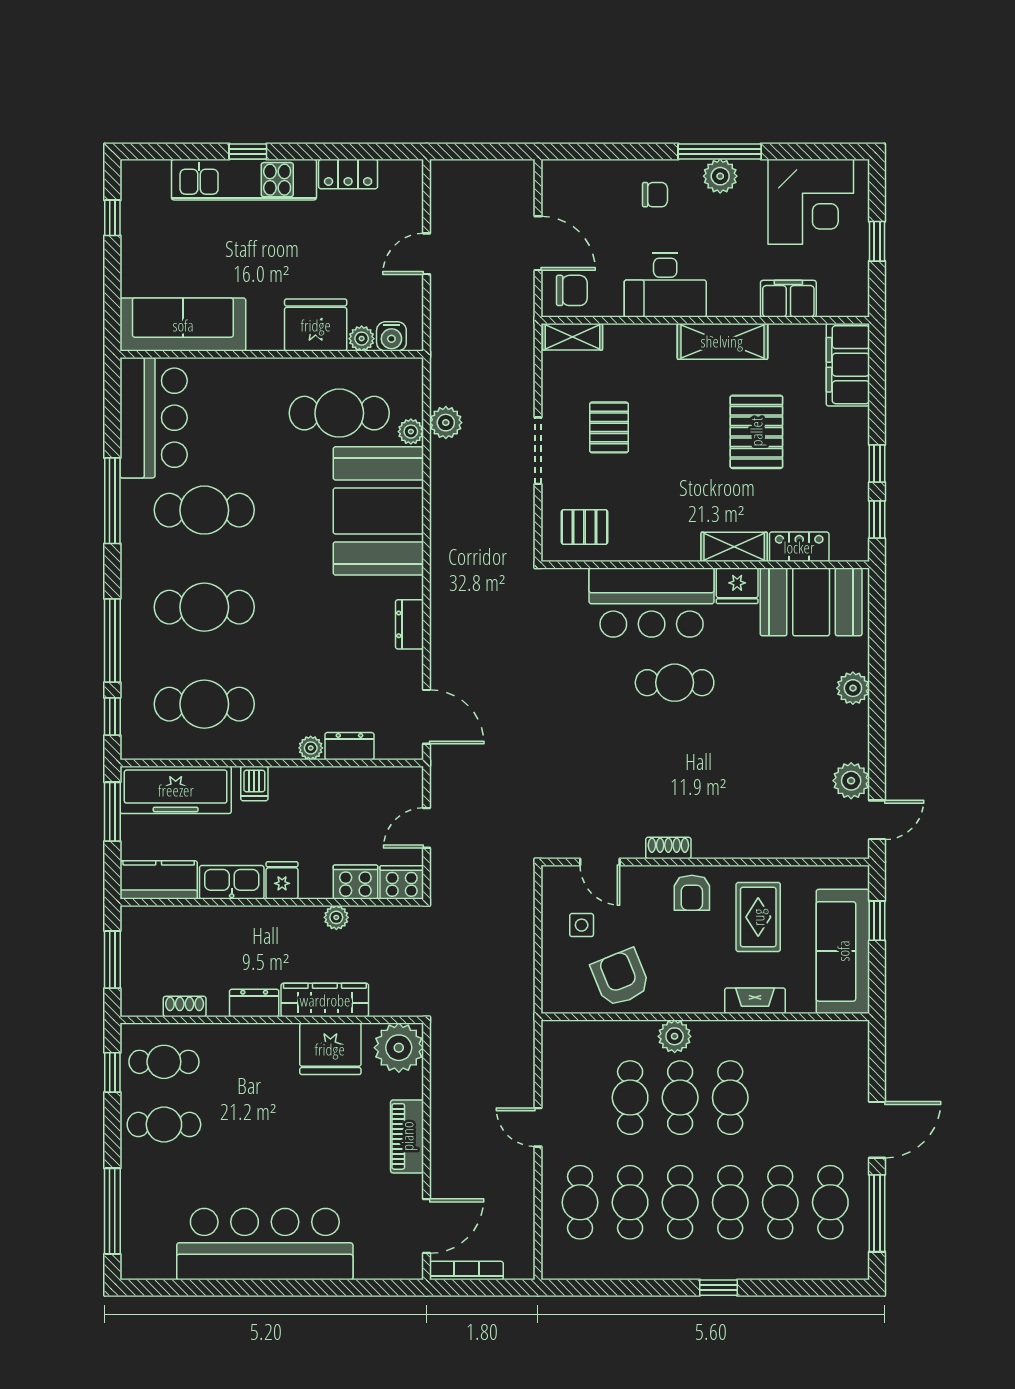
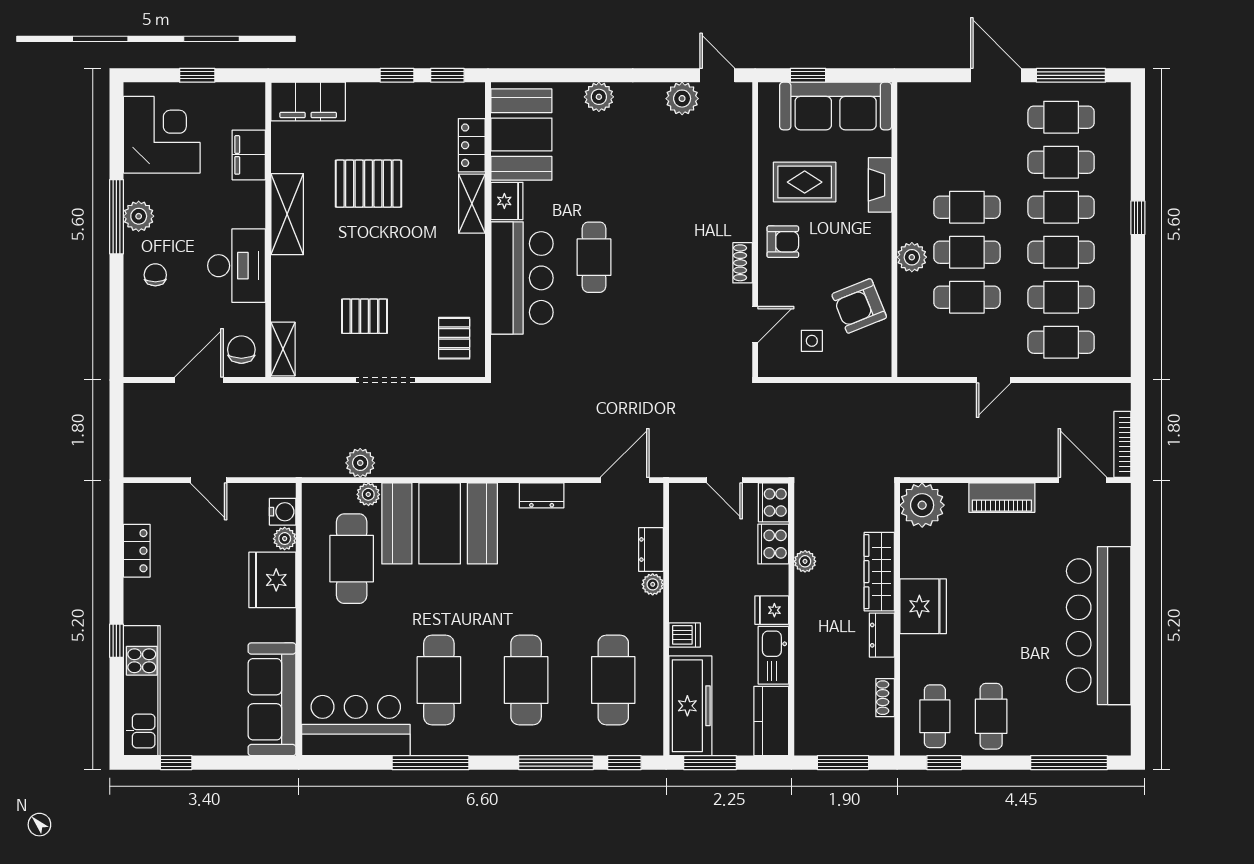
kitchen unit: (244, 180) -> (142, 691), moved
fridge: (330, 1049) -> (923, 606), moved

